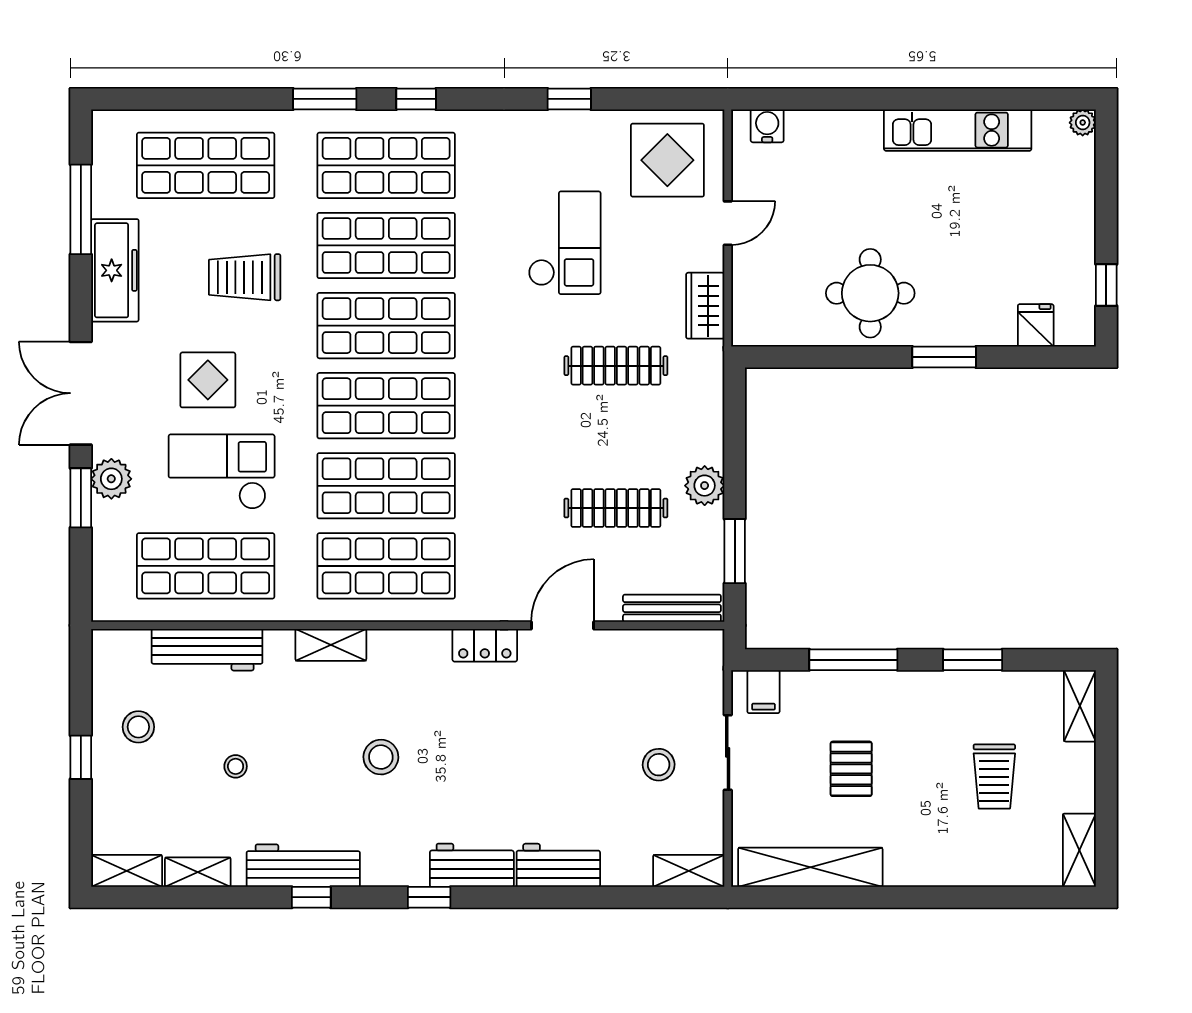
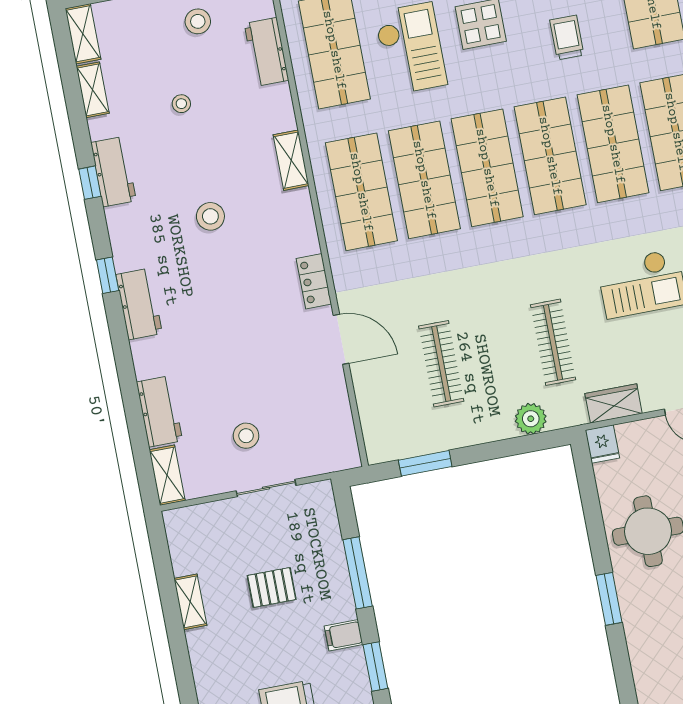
trolley: (245, 277) -> (567, 38), width x0.73, depth x0.72
fridge: (1036, 325) -> (602, 444), moved, turned 90
plant: (705, 486) -> (531, 419), moved
bench: (672, 608) -> (371, 423), removed
workbench: (207, 650) -> (266, 52), width x0.73
filing cabinet: (763, 692) -> (344, 635), moved
workbench: (558, 865) -> (159, 411), moved
workbench: (303, 866) -> (114, 172), width x0.73
shelving: (810, 867) -> (190, 602), width x0.45, depth x0.75

